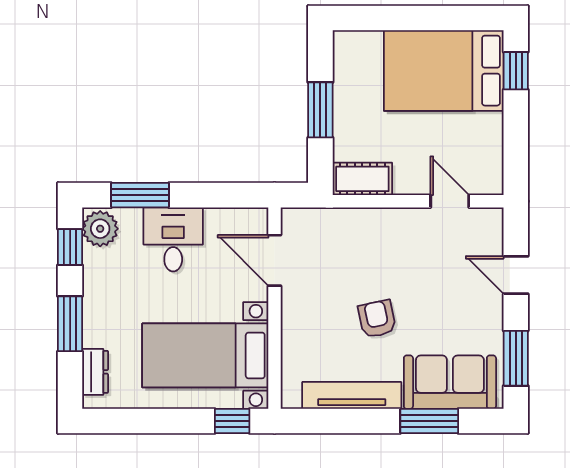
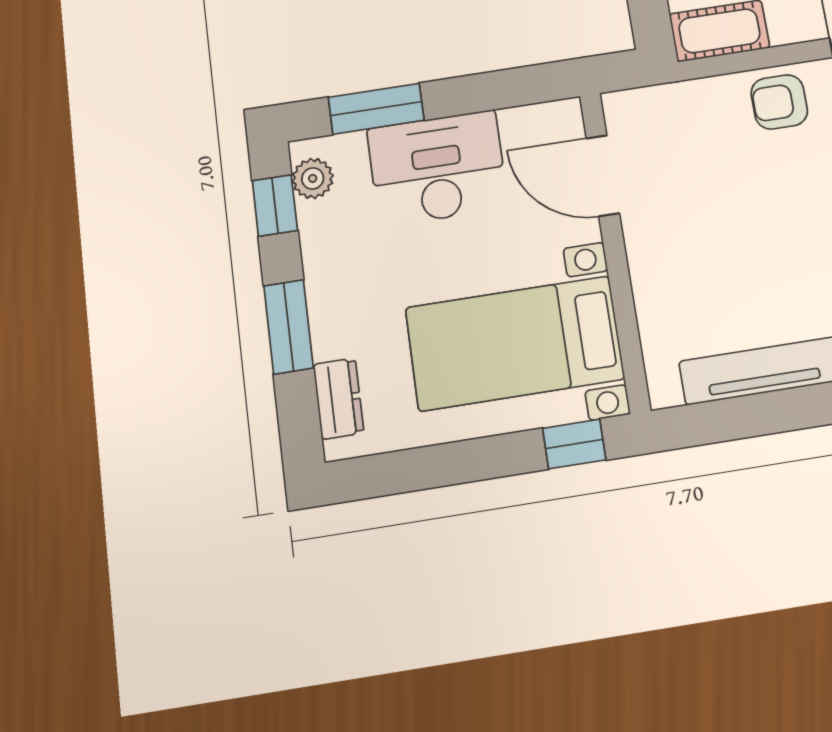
plant: (100, 229) -> (313, 178), width x0.73, depth x0.73
desk: (173, 239) -> (437, 168), width x1.37
armchair: (377, 319) -> (779, 102), moved, turned -78

